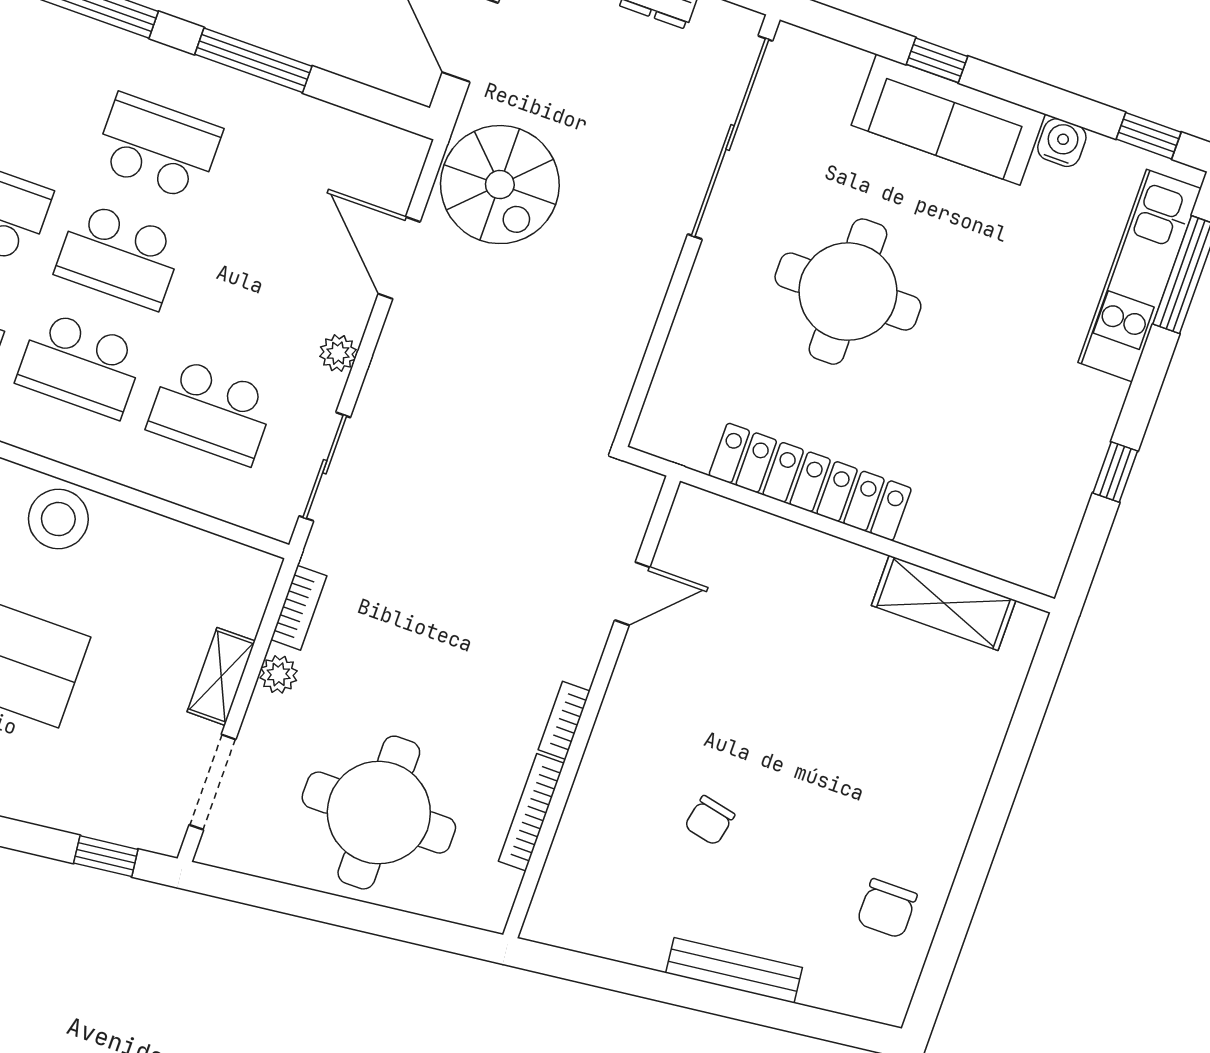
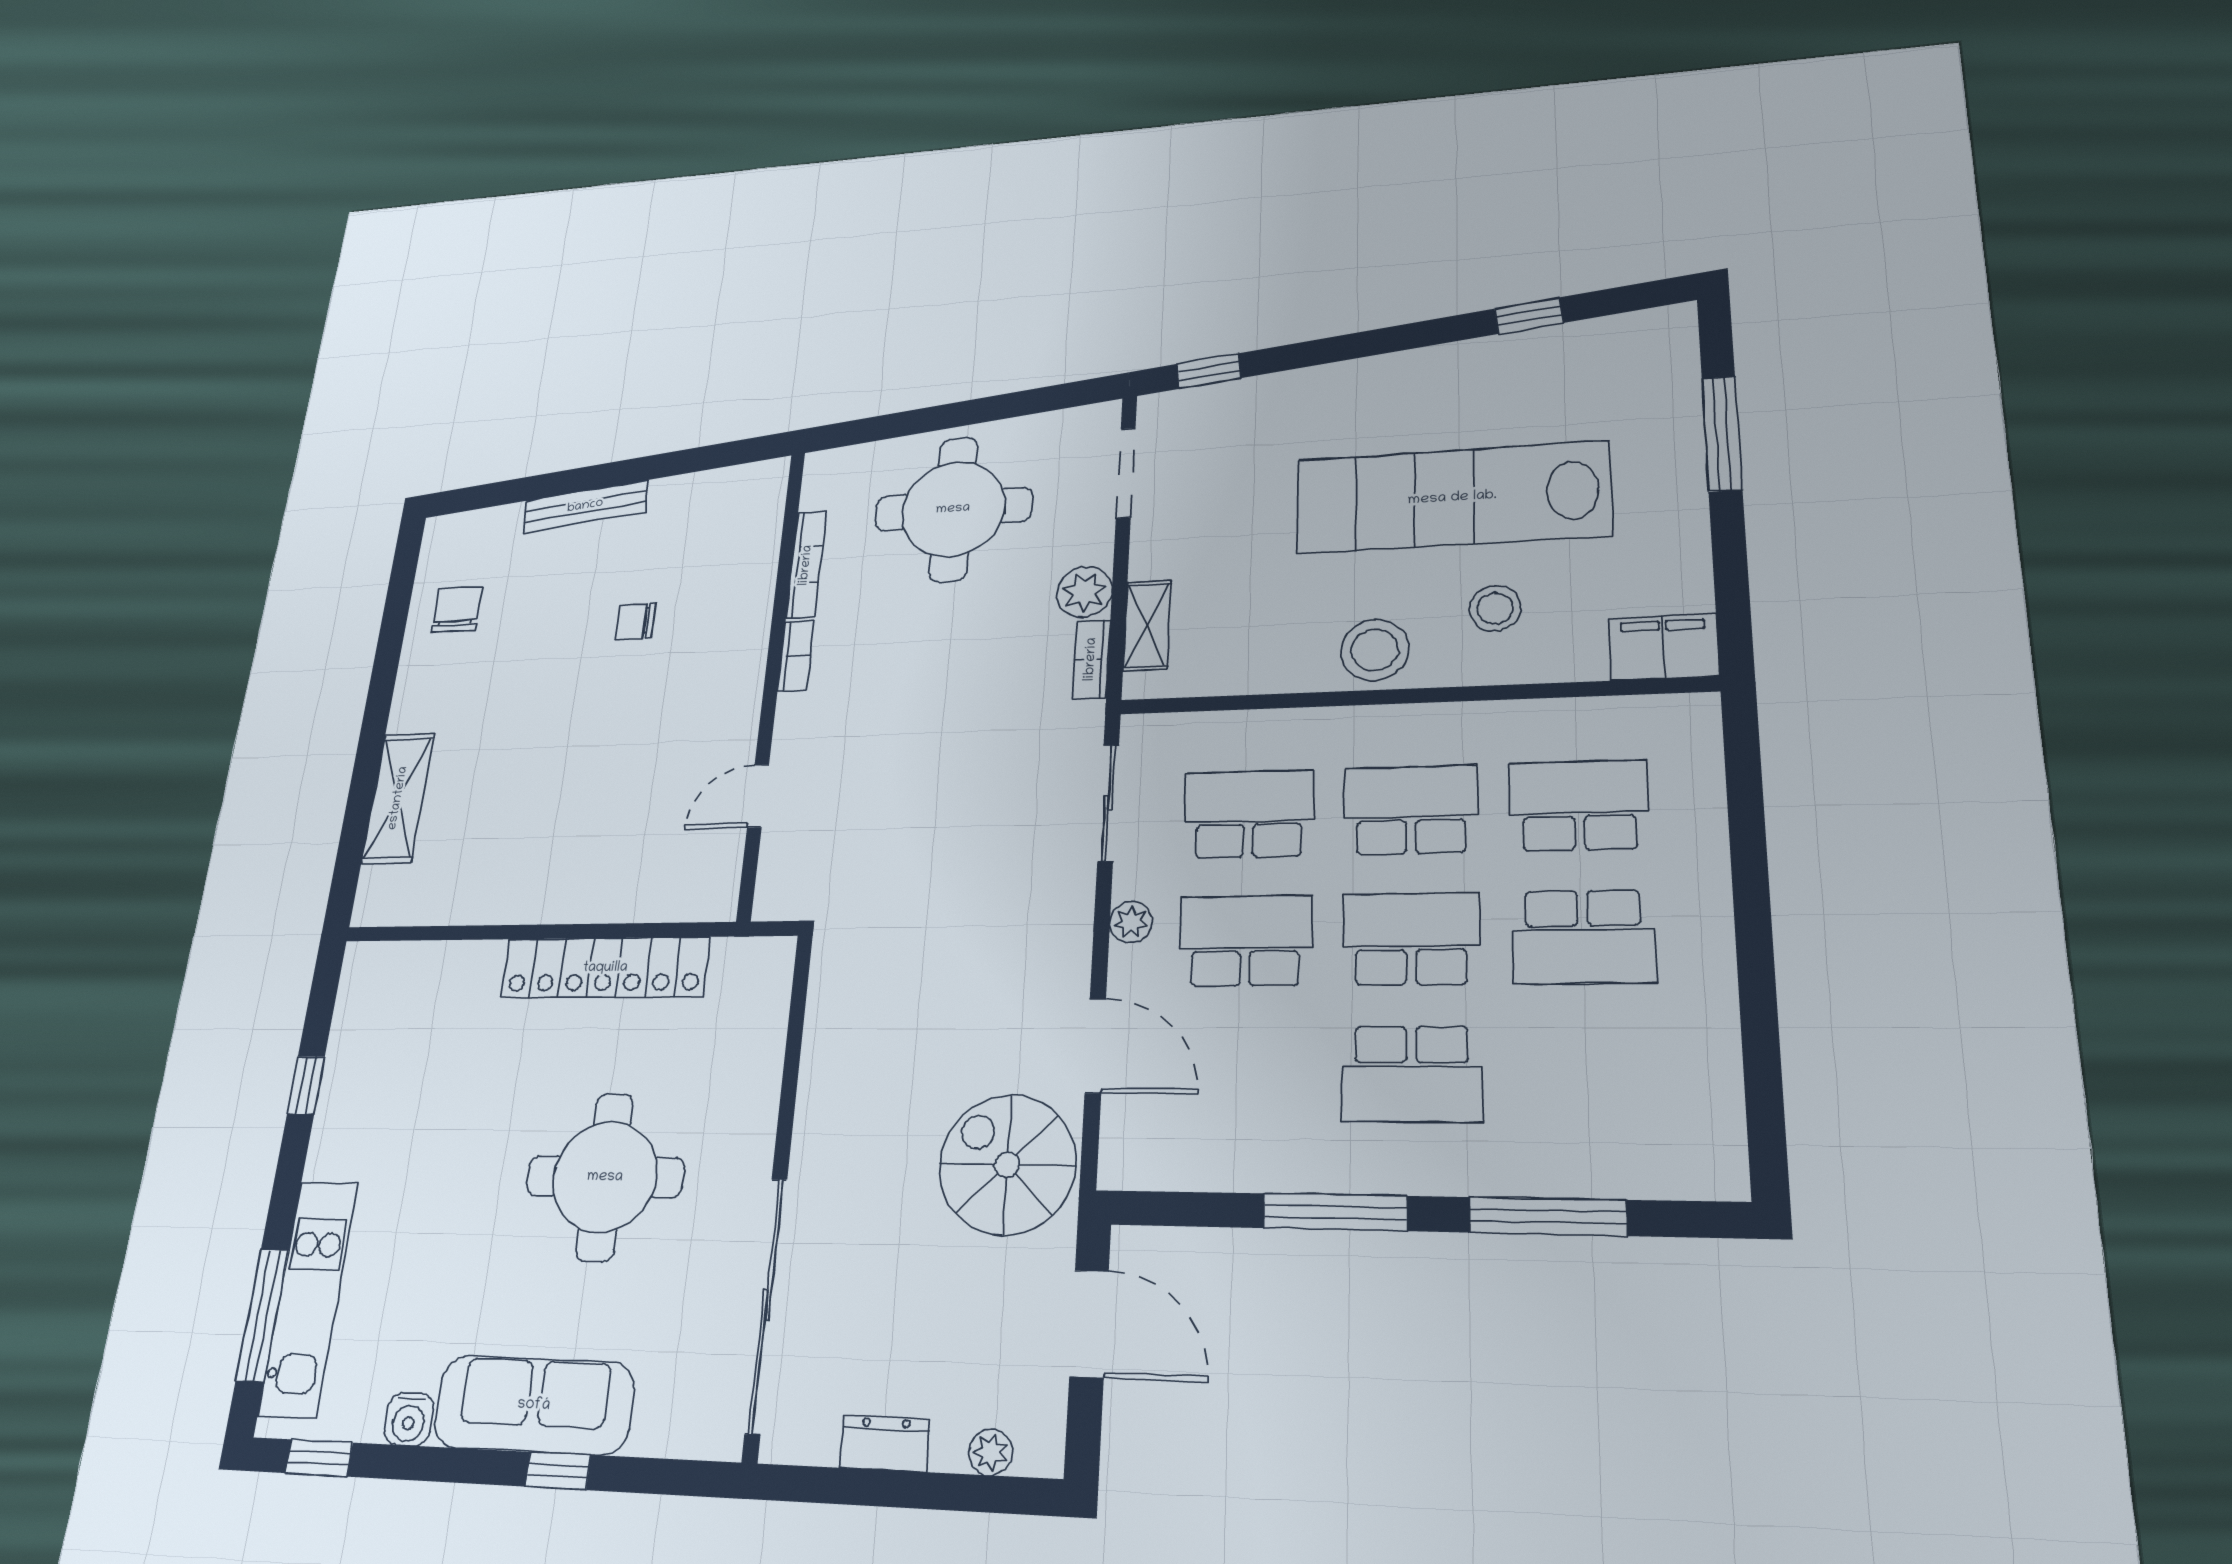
school desk: (250, 302) -> (1245, 941), added
shelving: (944, 603) -> (398, 798), moved, turned 90
plant: (279, 674) -> (1084, 592), width x1.38, depth x1.38
shelving: (221, 676) -> (1147, 625), moved
chair: (710, 821) -> (636, 622), turned -102

